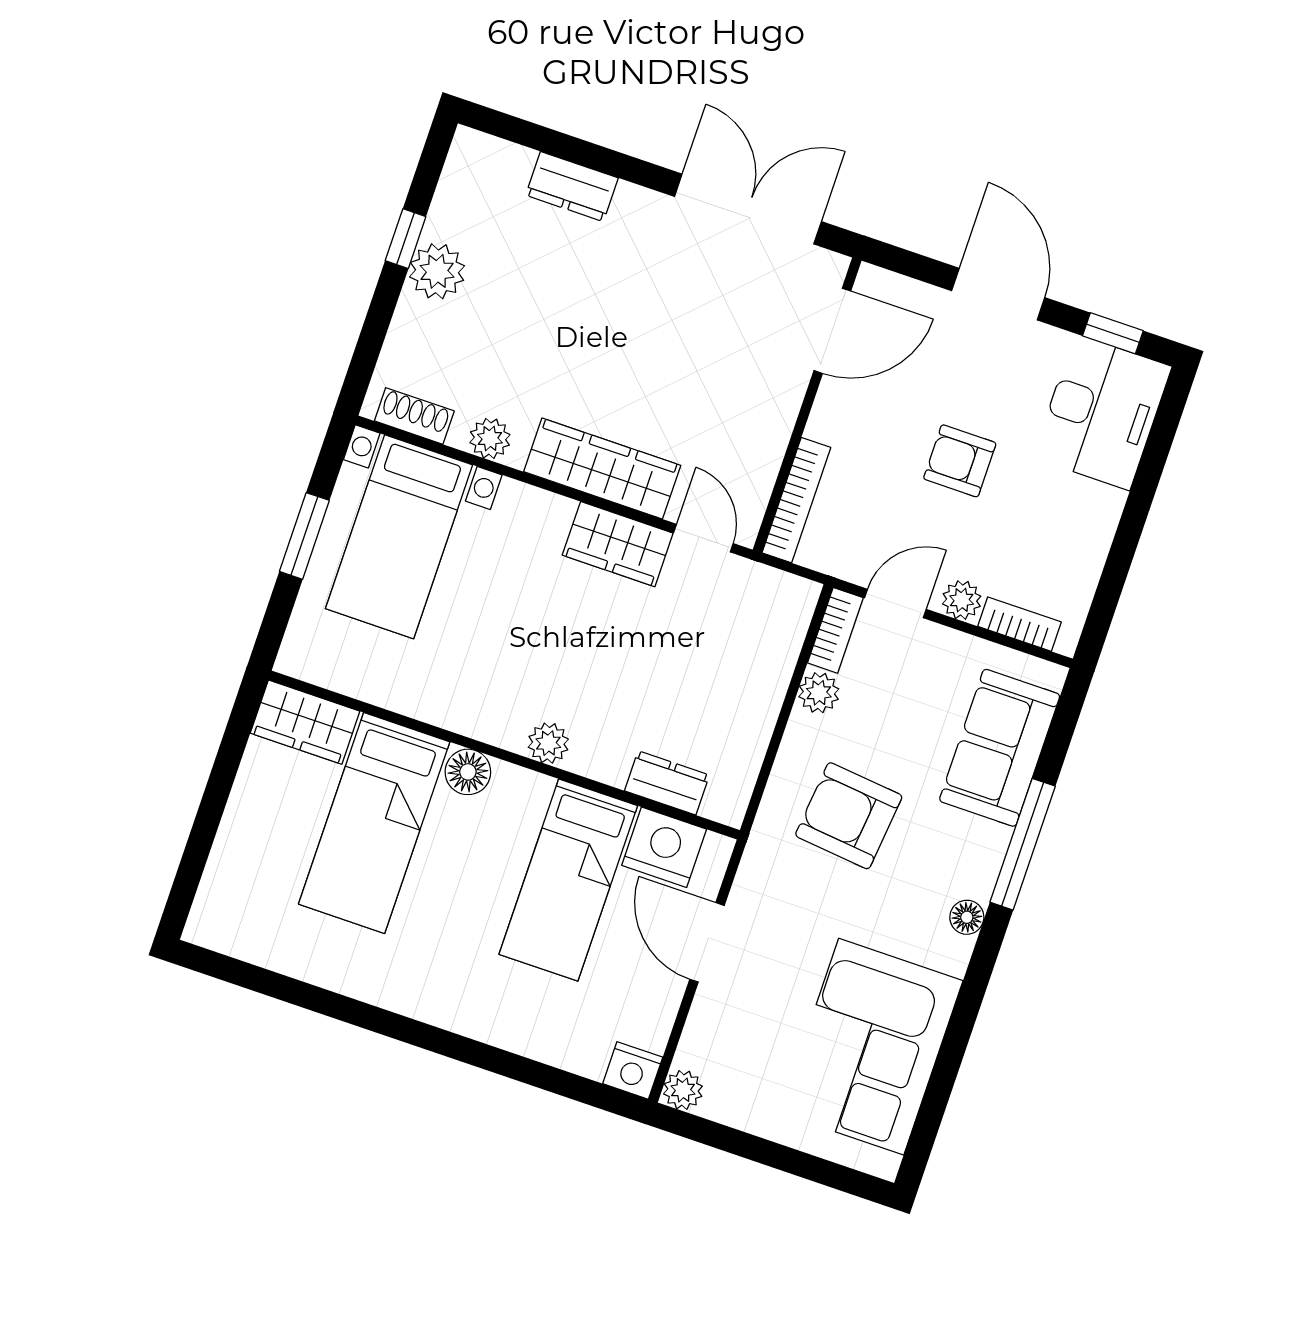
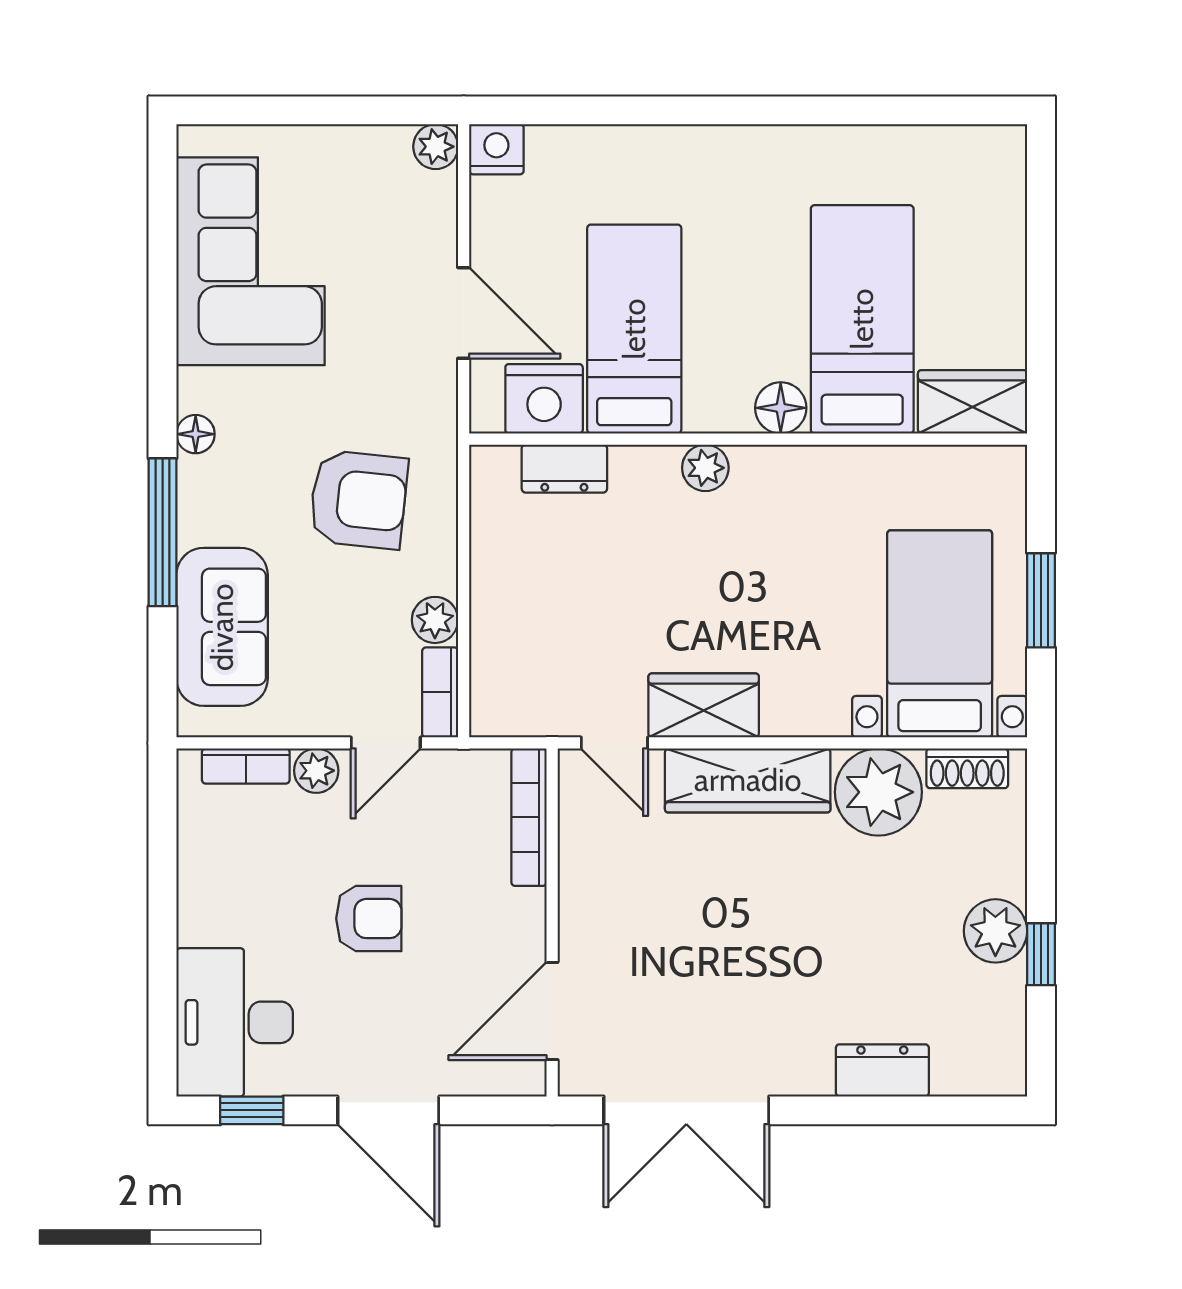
plant: (490, 439) -> (878, 792), width x1.88, depth x1.88

